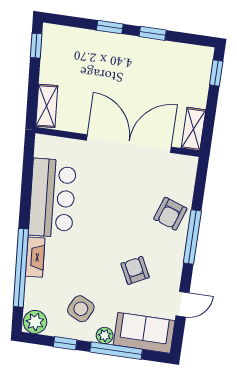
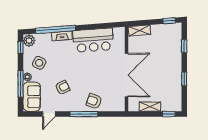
window: (110, 27) -> (184, 46), moved
shelving: (193, 129) -> (150, 107), moved
door: (182, 304) -> (49, 114), hinge flipped
window: (65, 343) -> (21, 47), moved

